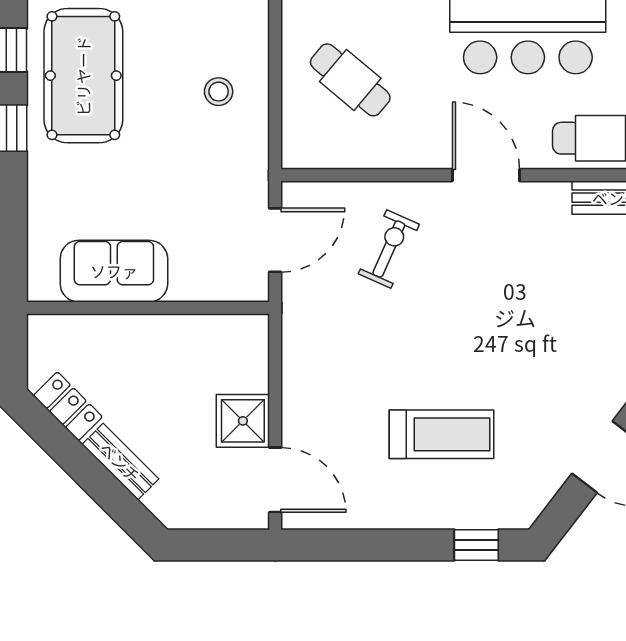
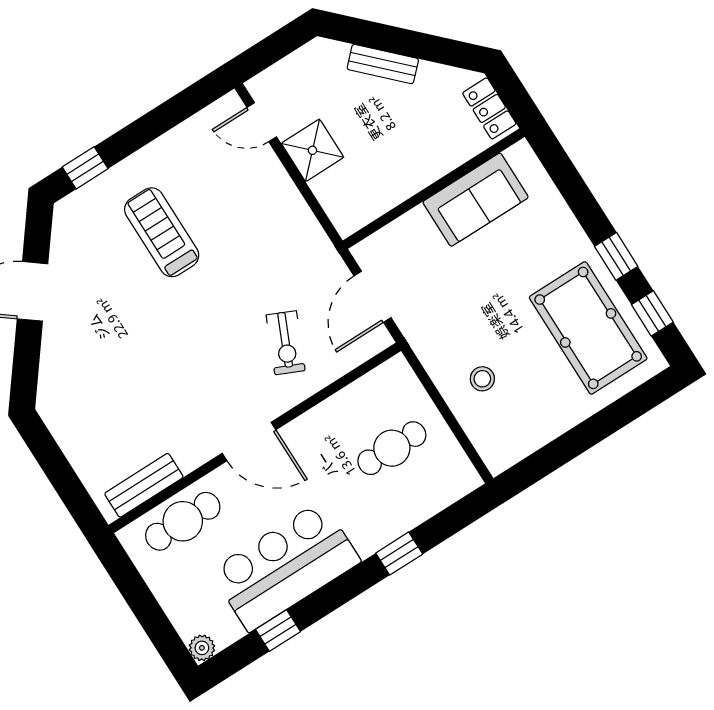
cafe table: (350, 80) -> (392, 448), turned -40
locker: (68, 406) -> (489, 108), moved, turned 45
treadmill: (442, 434) -> (162, 232), turned 90
door: (275, 480) -> (262, 122), width x0.73

